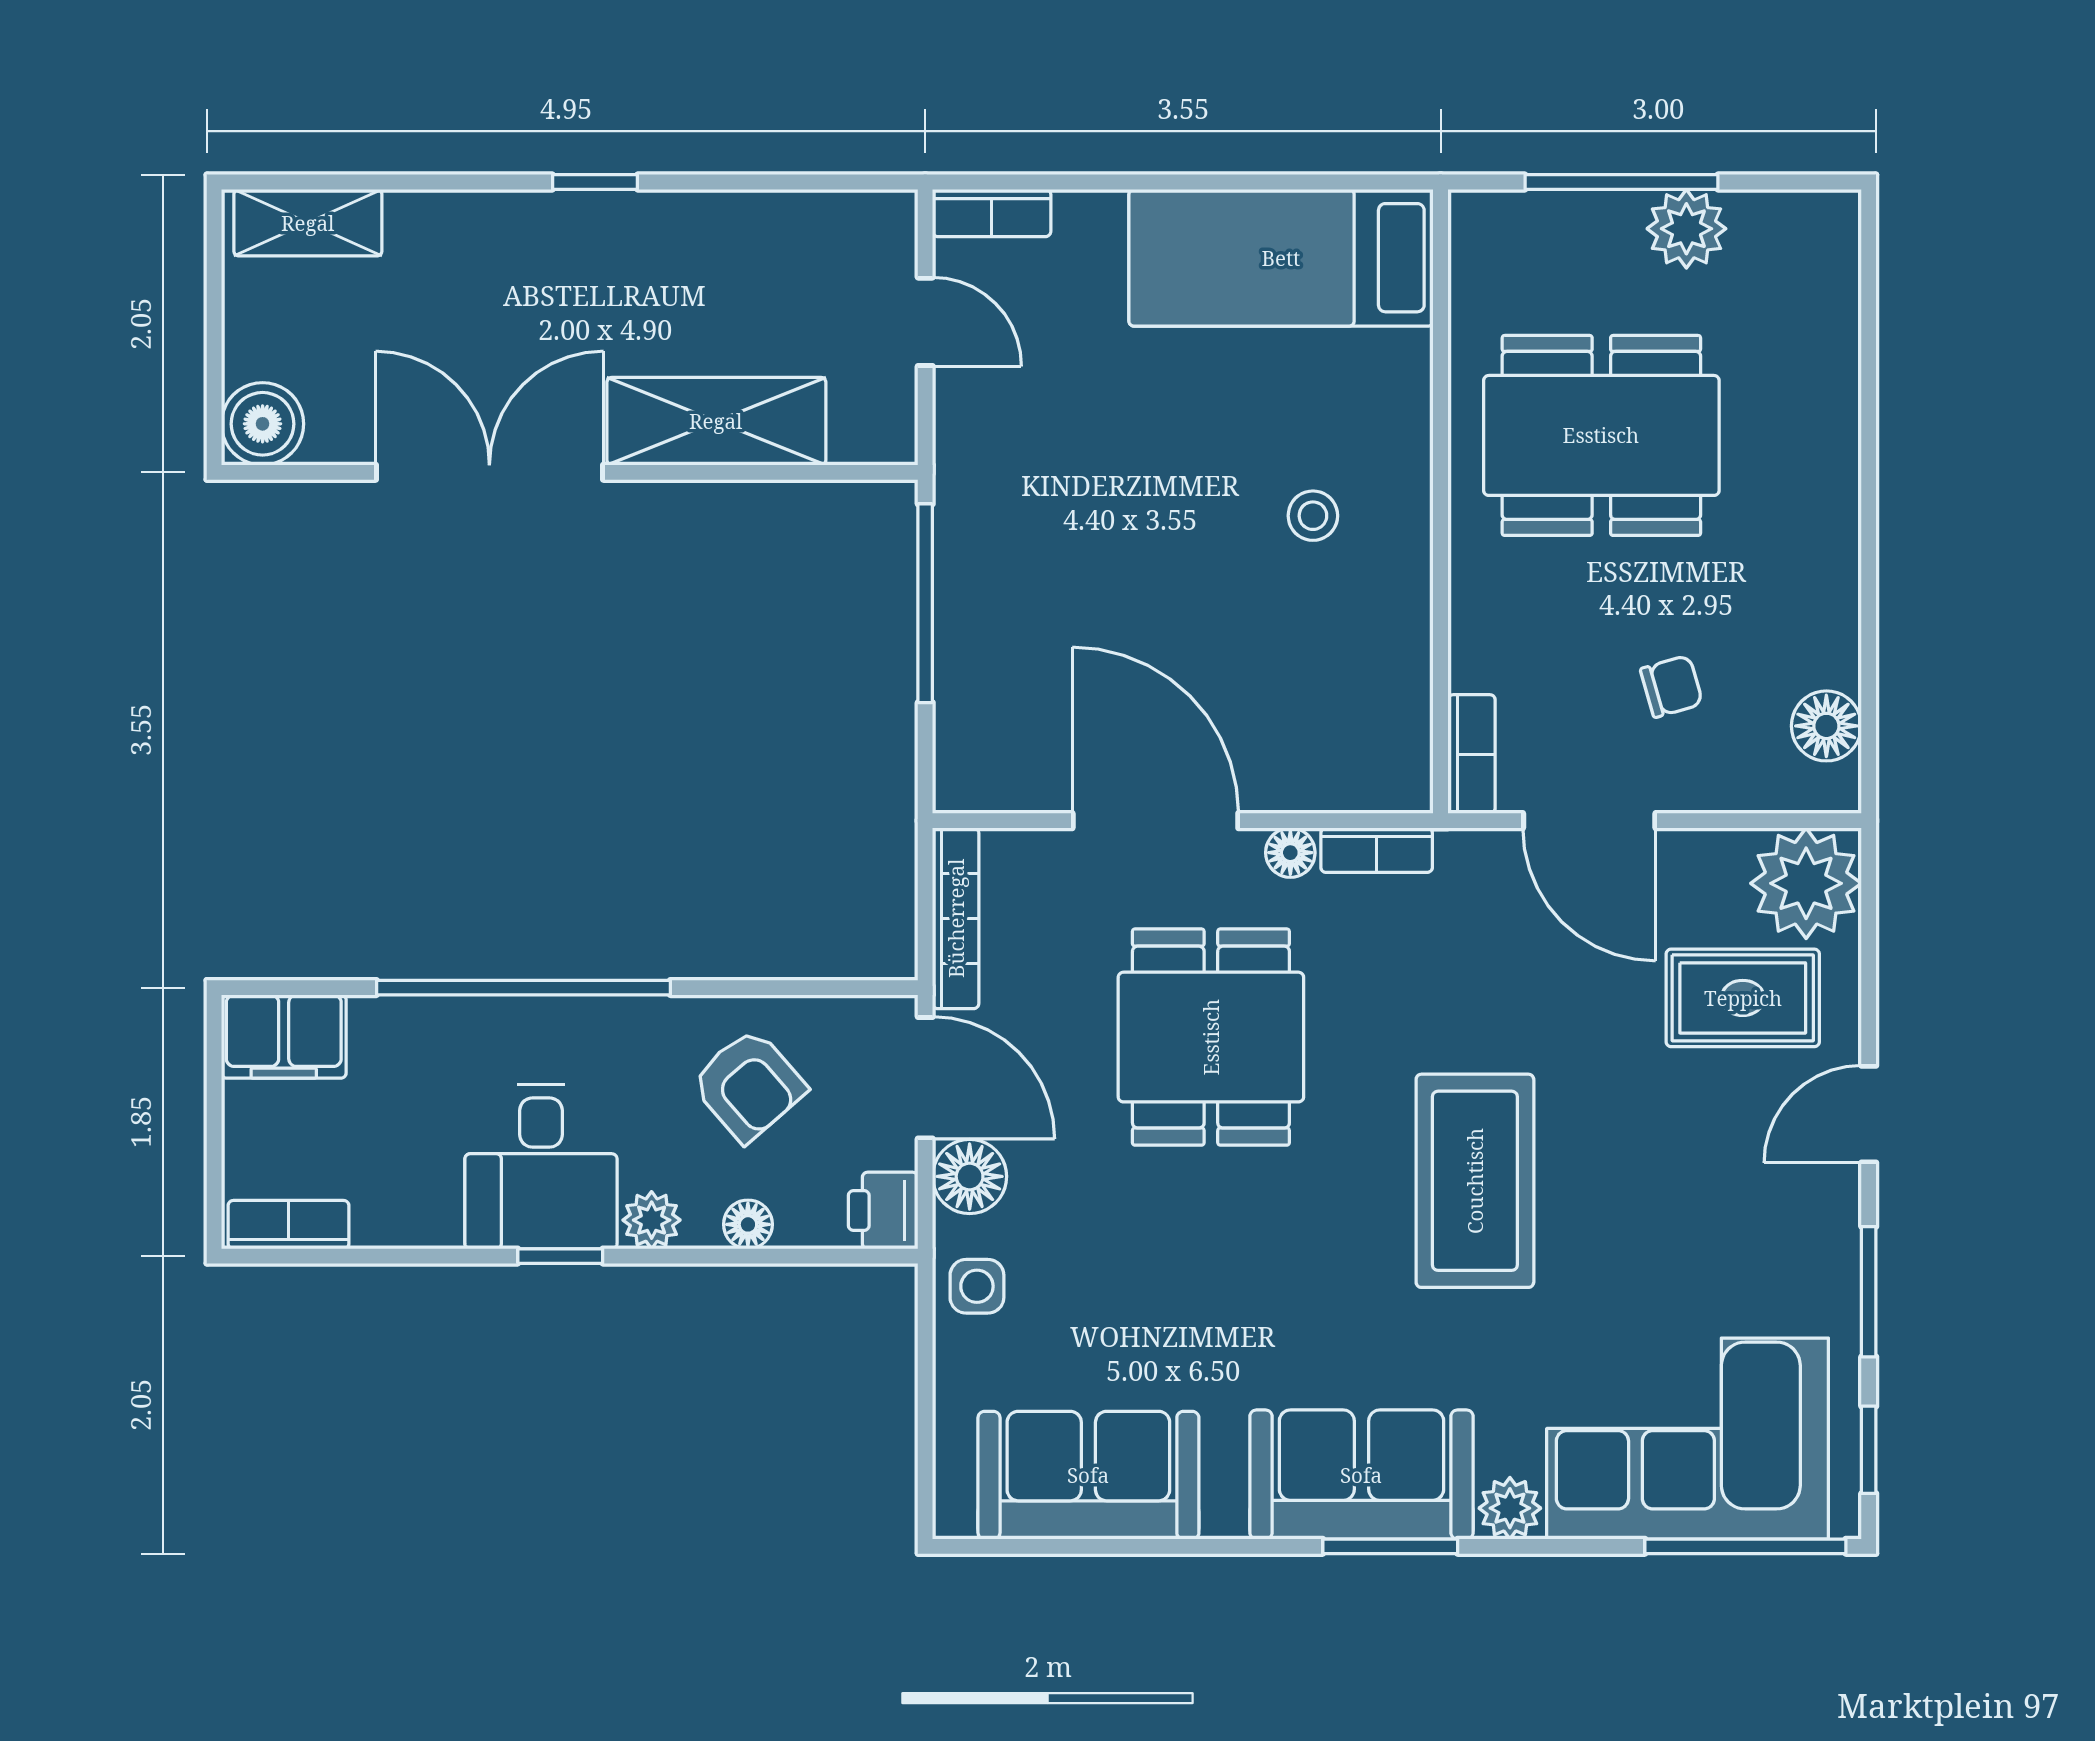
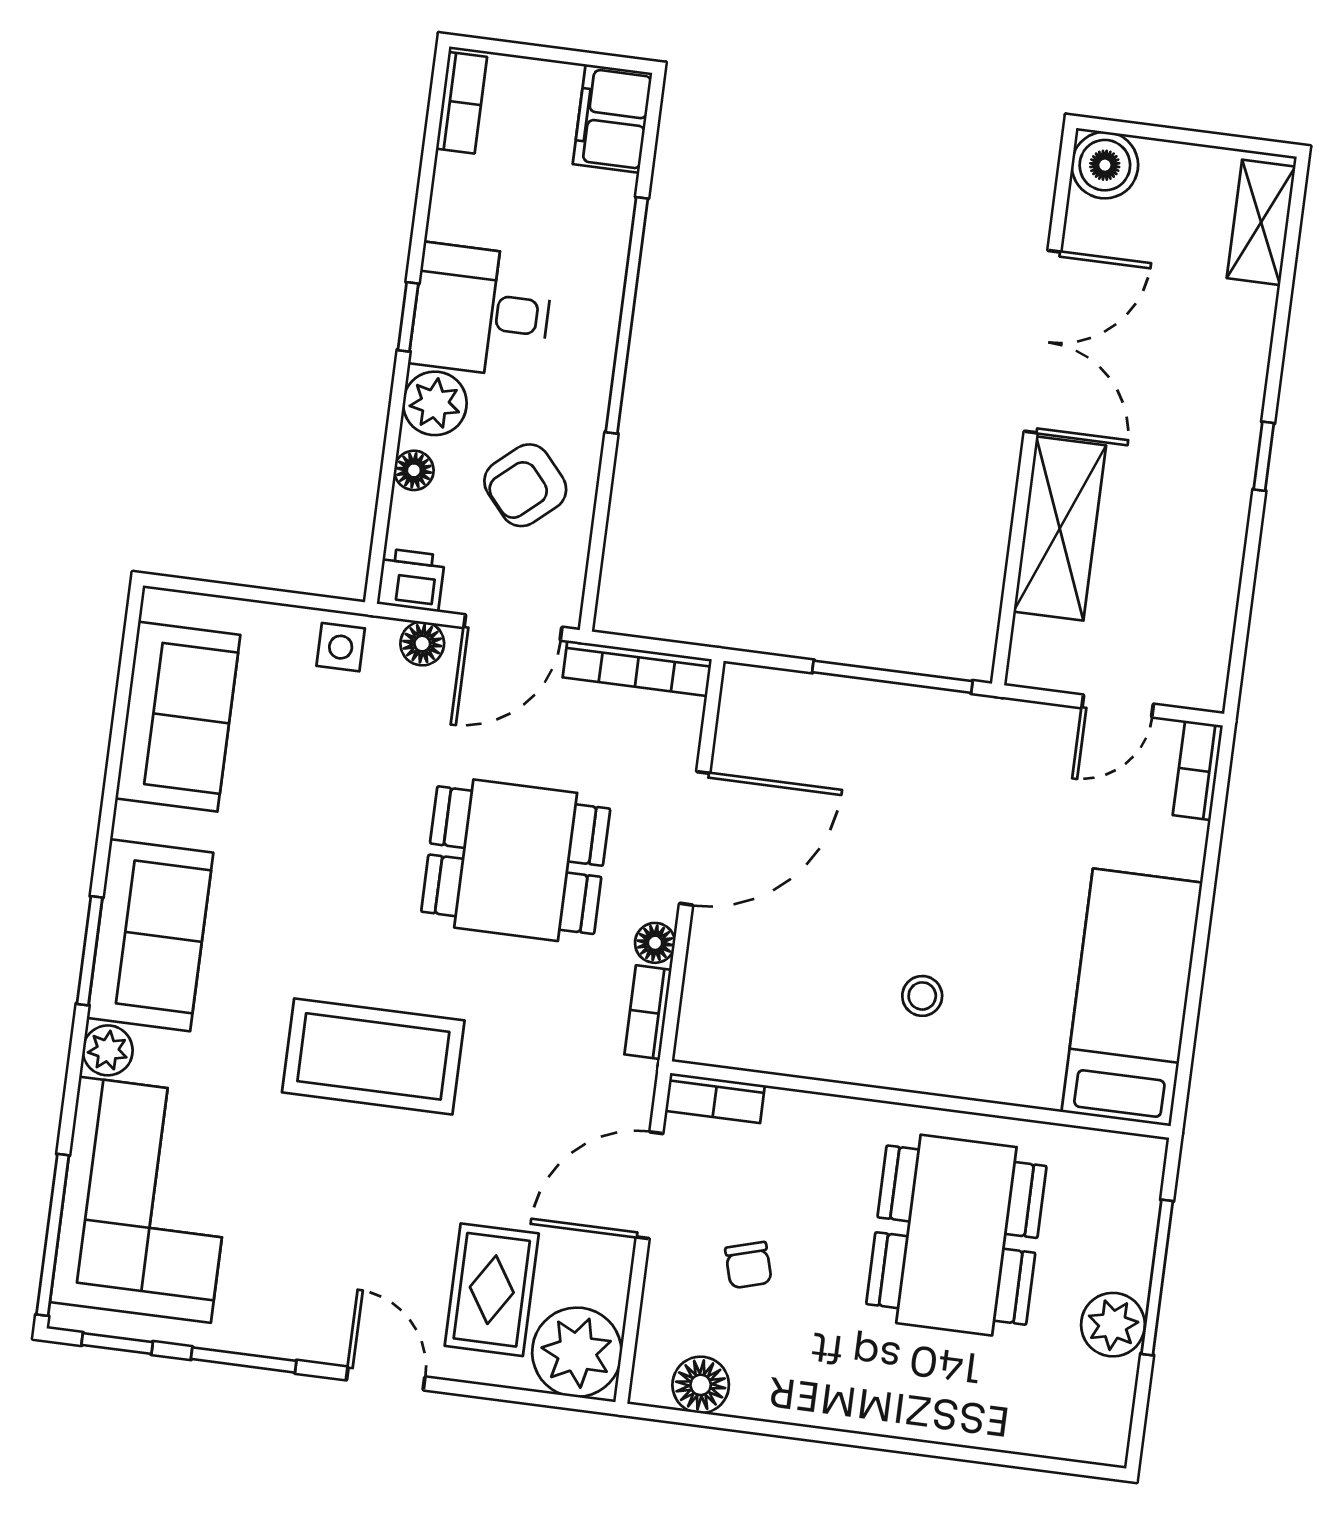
floor lamp: (970, 1176) -> (422, 644), width x0.73, depth x0.73
plant: (652, 1220) -> (435, 403), width x1.38, depth x1.38

